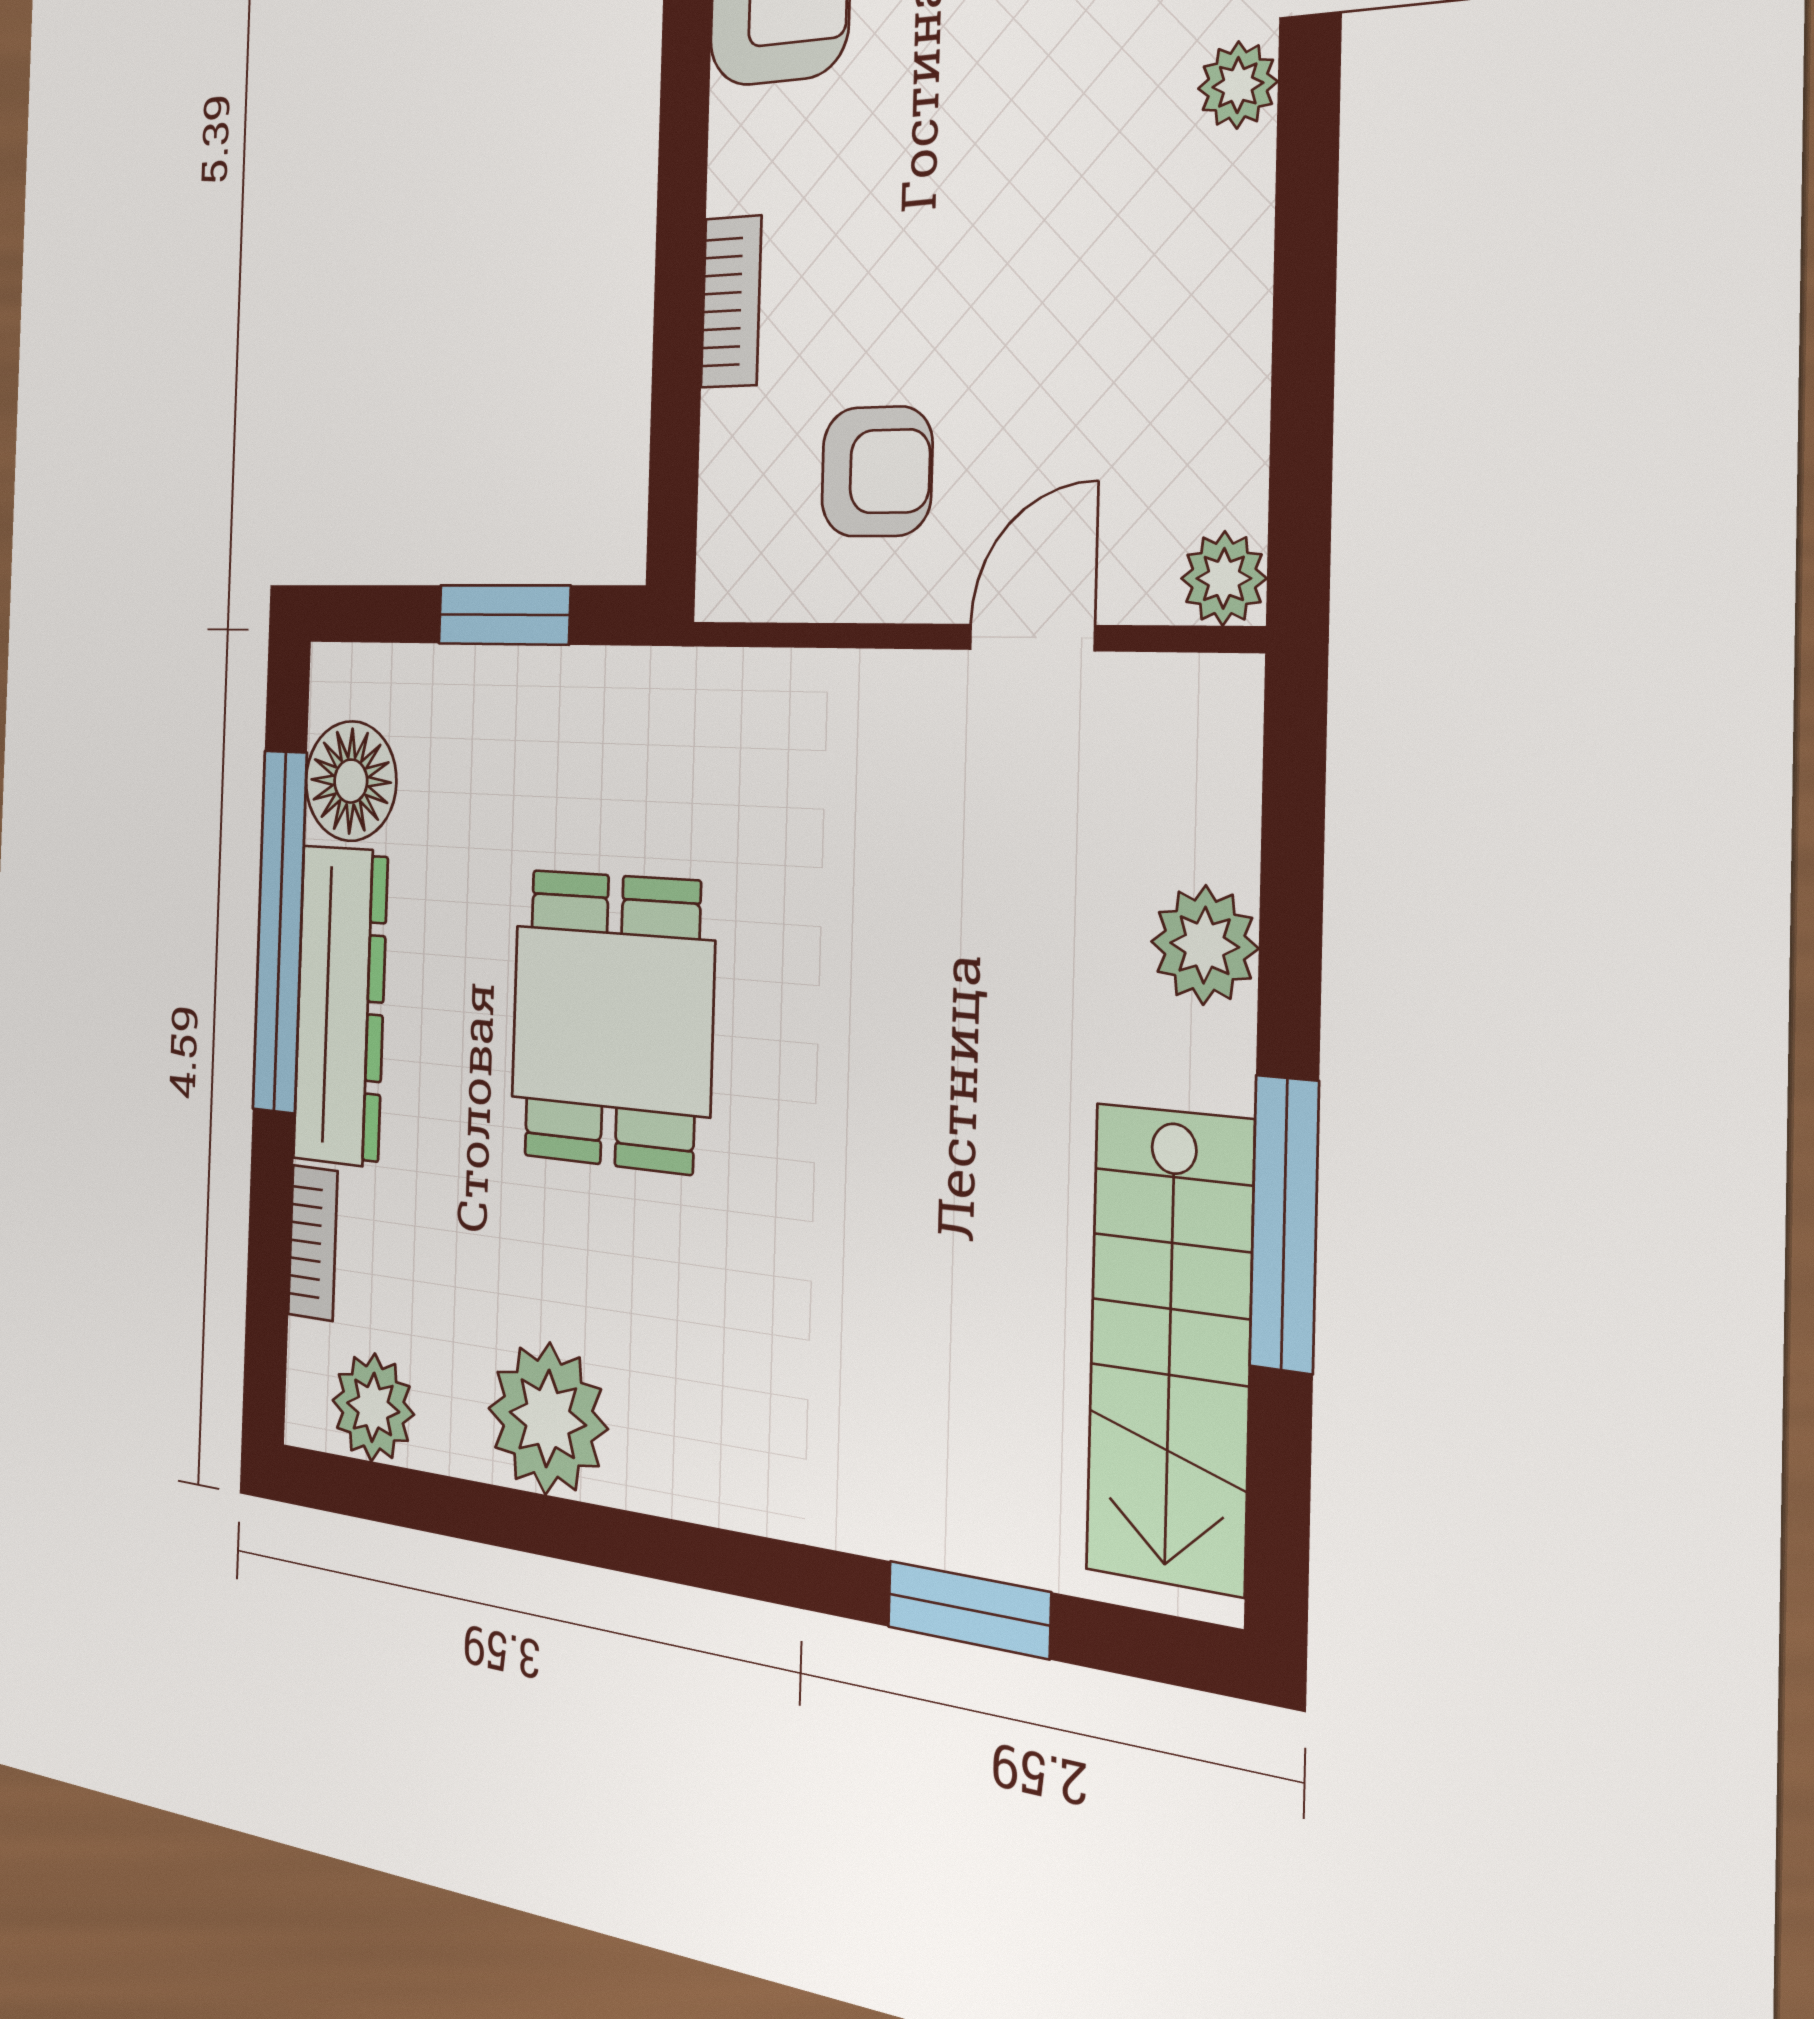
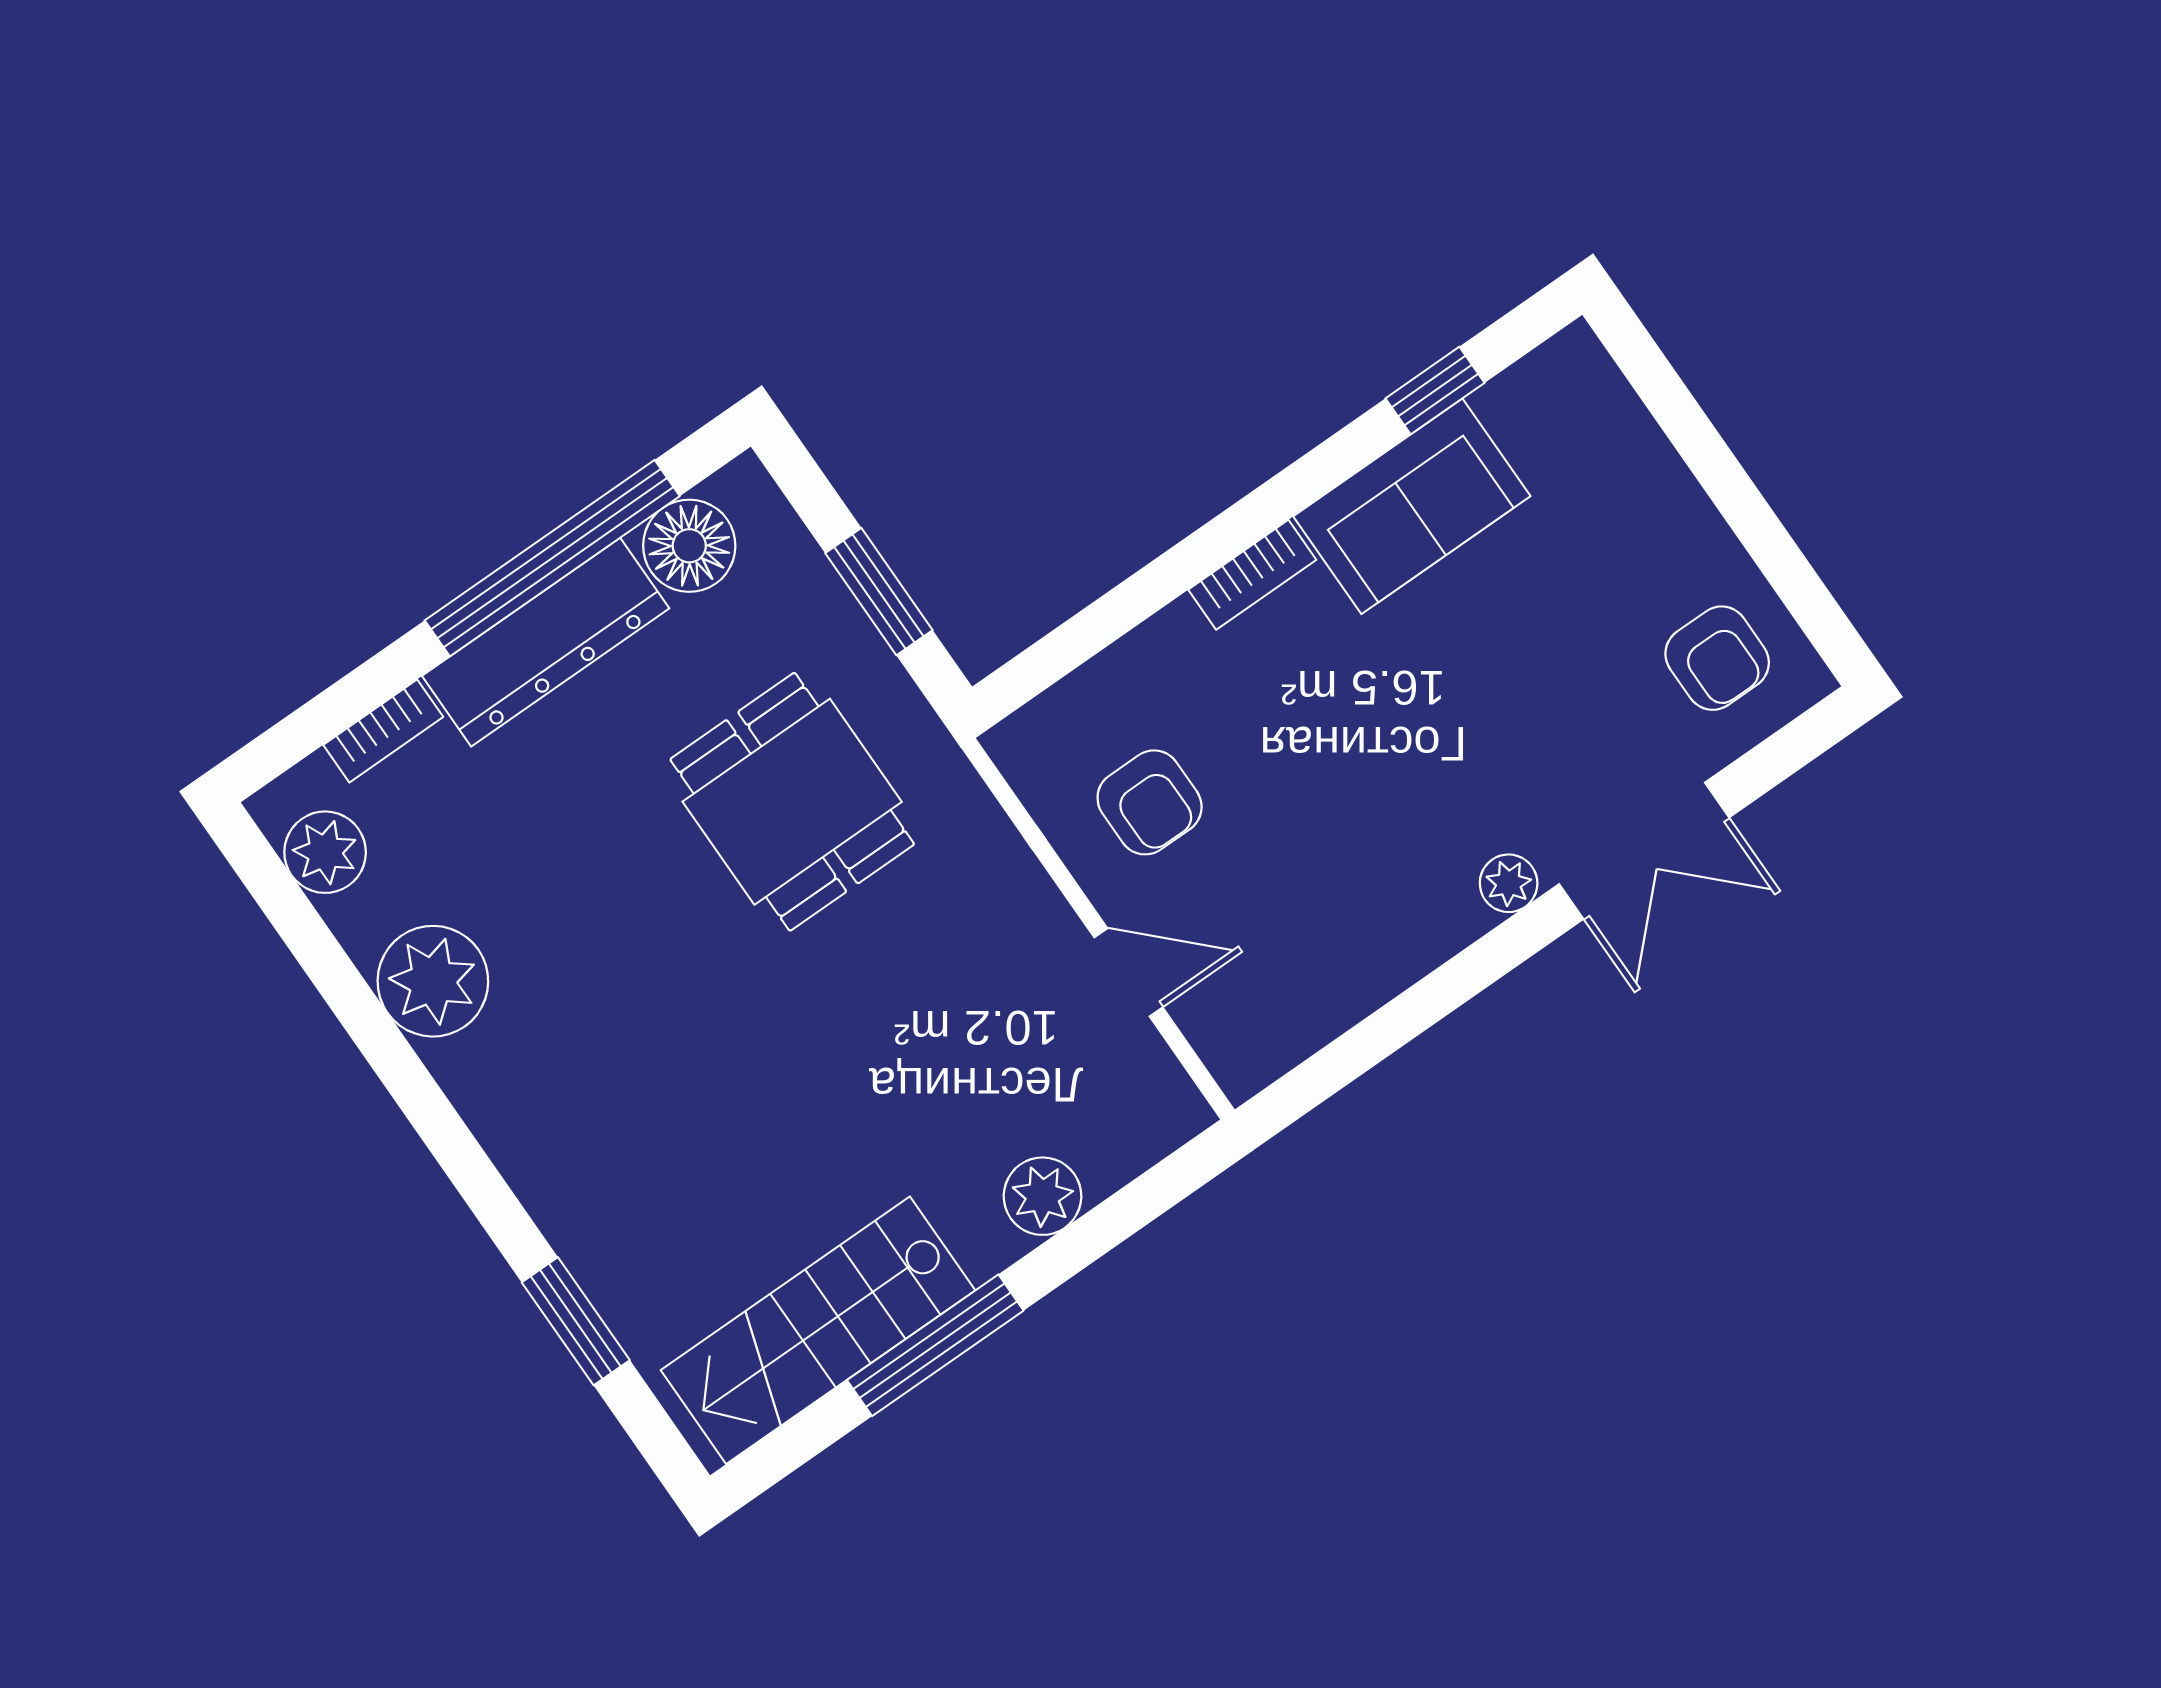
bookcase: (731, 302) -> (1252, 575), moved
plant: (1224, 578) -> (1242, 1066), removed
dining table: (612, 1020) -> (792, 802), moved, turned 90

